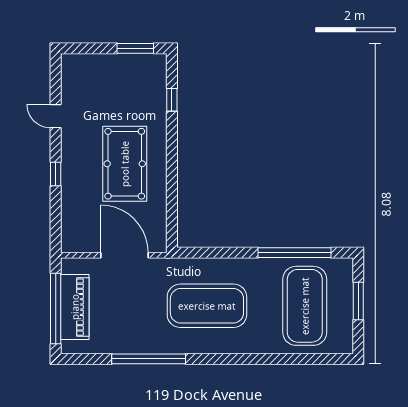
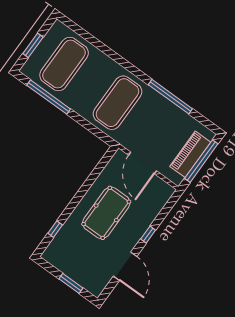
window: (135, 48) -> (71, 283), moved
door: (56, 116) -> (125, 266), width x1.88
exercise mat: (207, 306) -> (118, 103), turned 90

